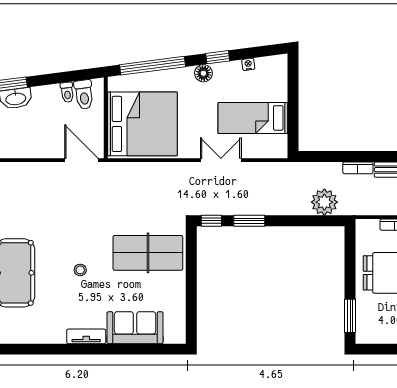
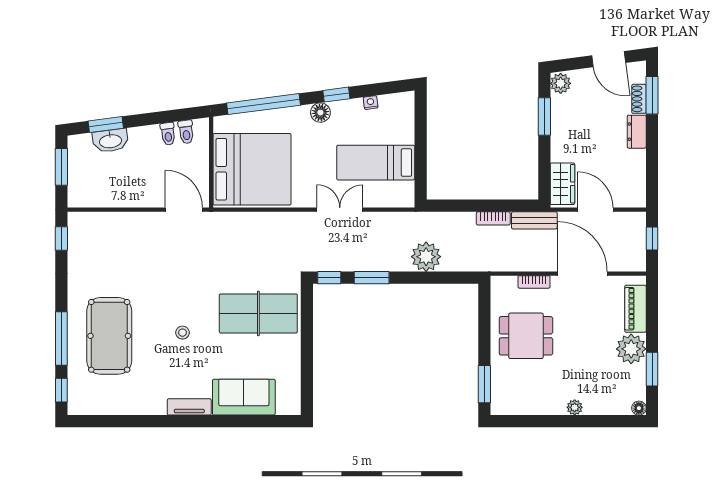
toilet: (84, 95) -> (186, 132), width x0.73, depth x0.72
plant: (324, 202) -> (426, 257), moved

